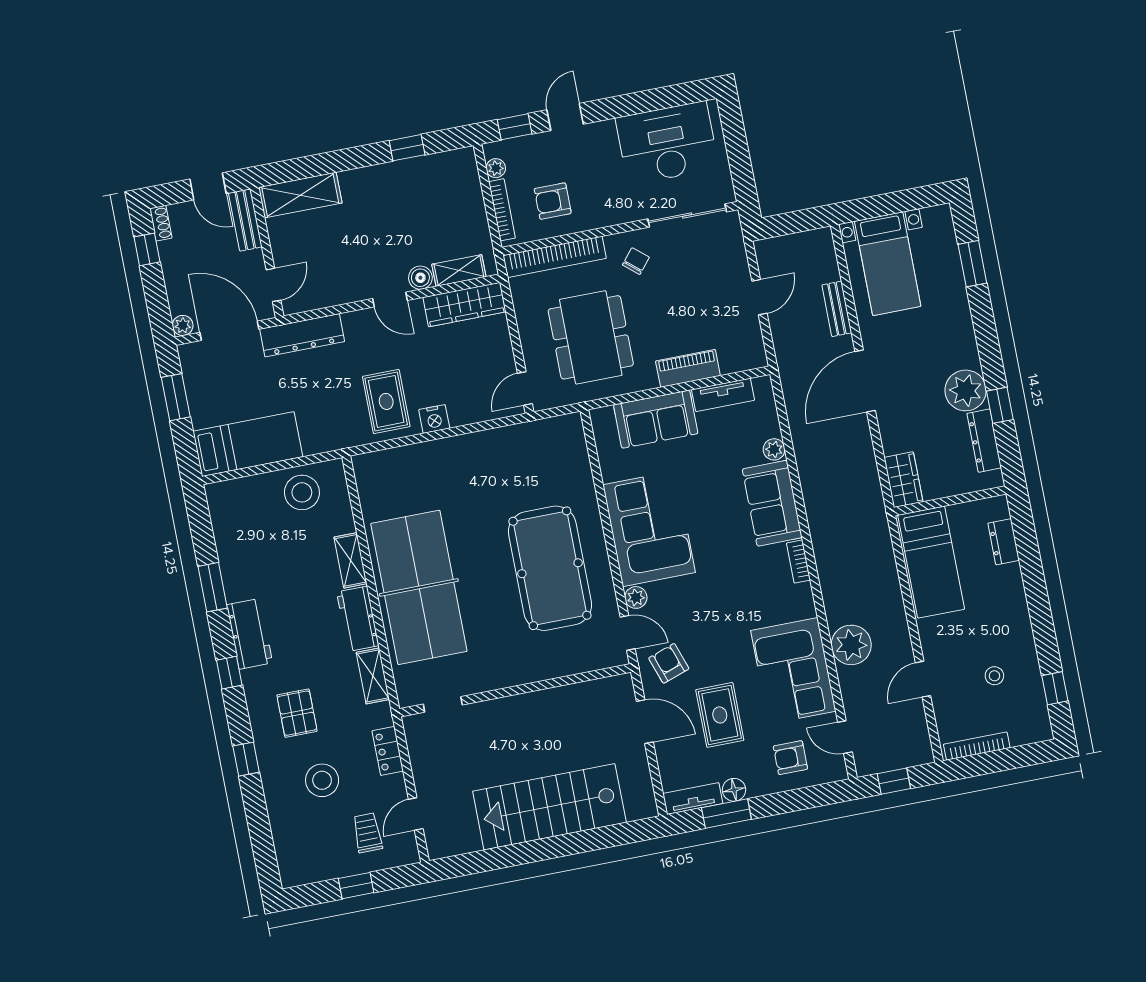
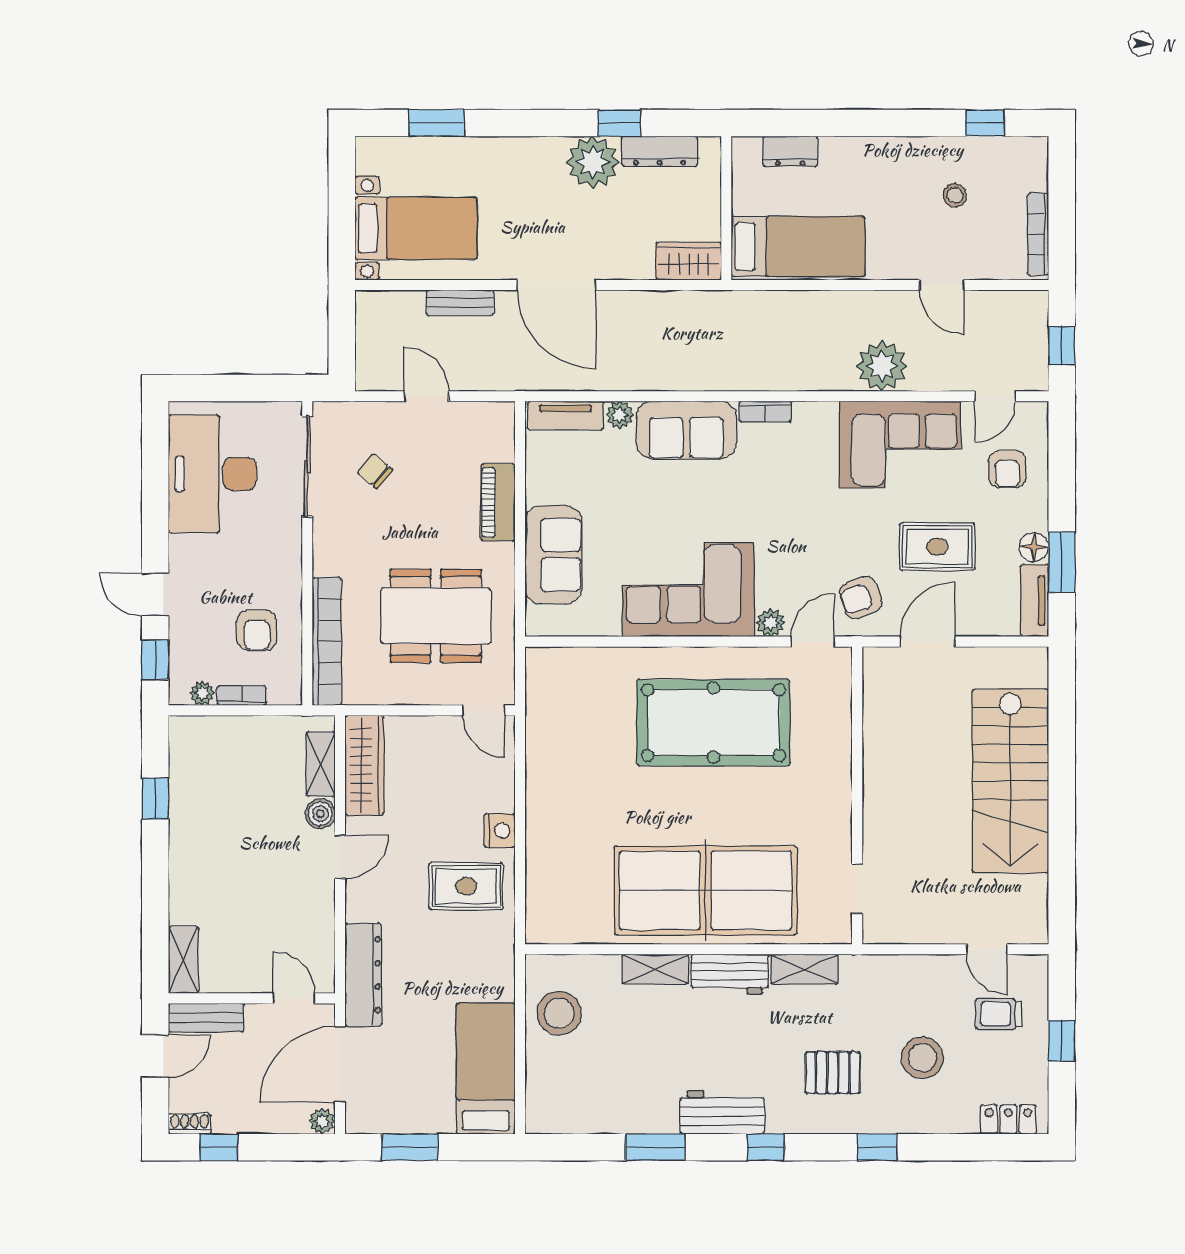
shelving: (300, 195) -> (183, 960), width x0.67, depth x0.75
bookcase: (502, 210) -> (242, 696), width x0.64
chair: (636, 261) -> (375, 471), moved
tv unit: (723, 395) -> (566, 416), moved, turned 90
locker: (388, 751) -> (1008, 1119), moved, turned 180

